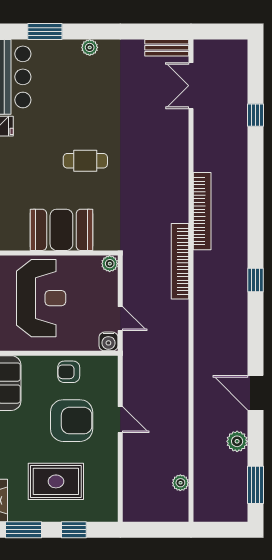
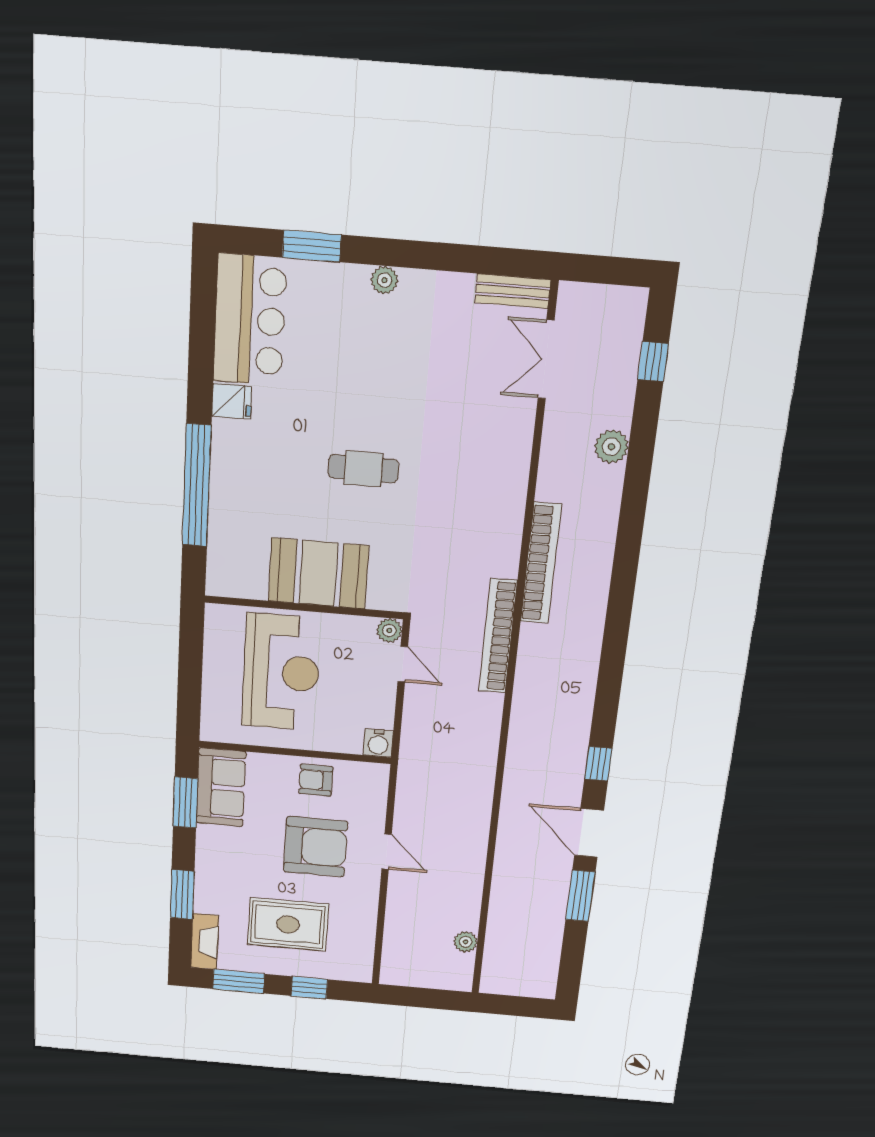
window: (255, 115) -> (653, 362), moved
window: (255, 280) -> (598, 764), moved
door: (120, 319) -> (403, 664), moved
plant: (237, 441) -> (611, 447), moved
window: (255, 485) -> (580, 896), moved

